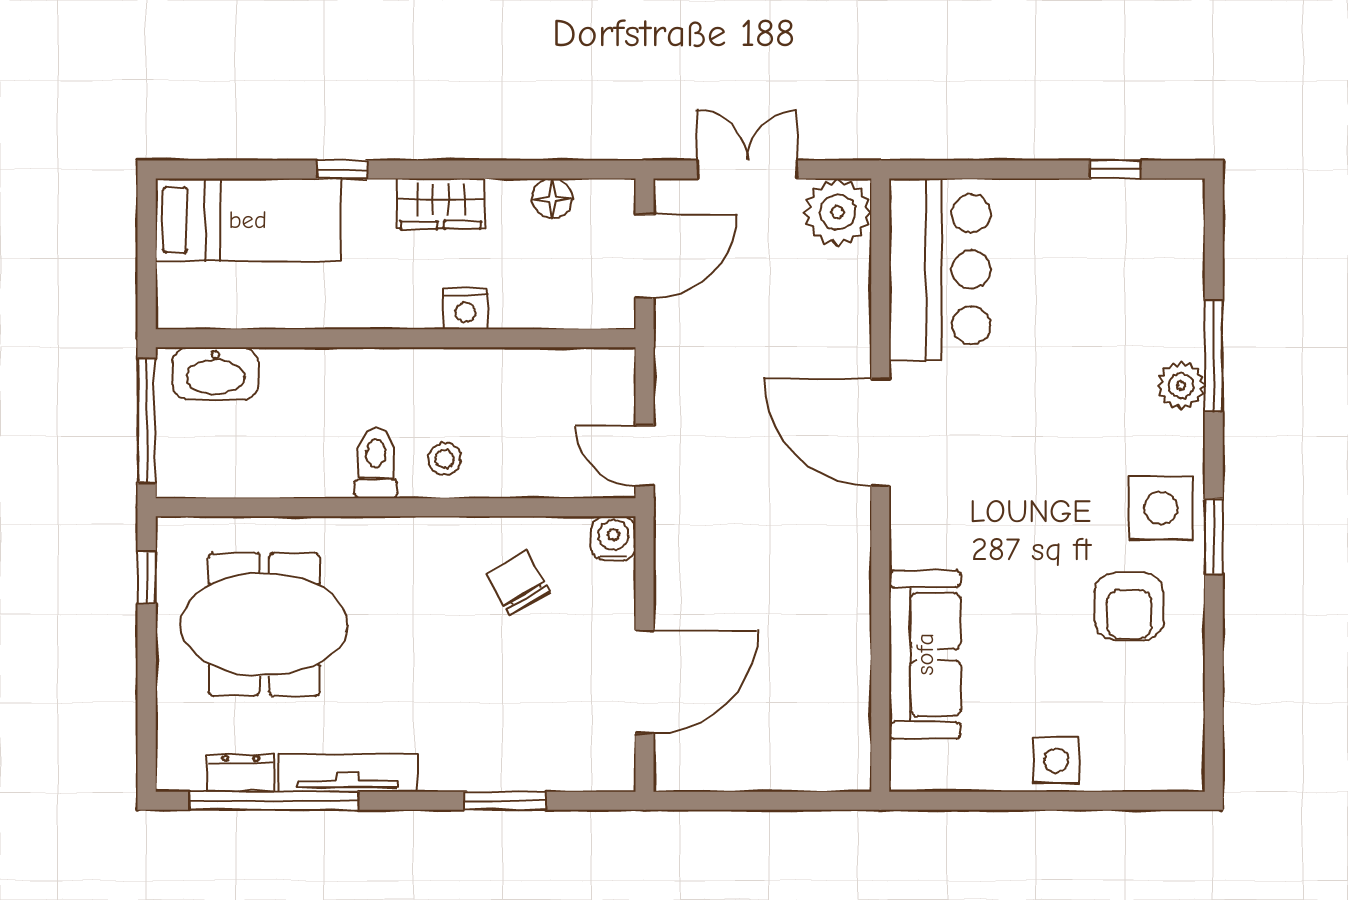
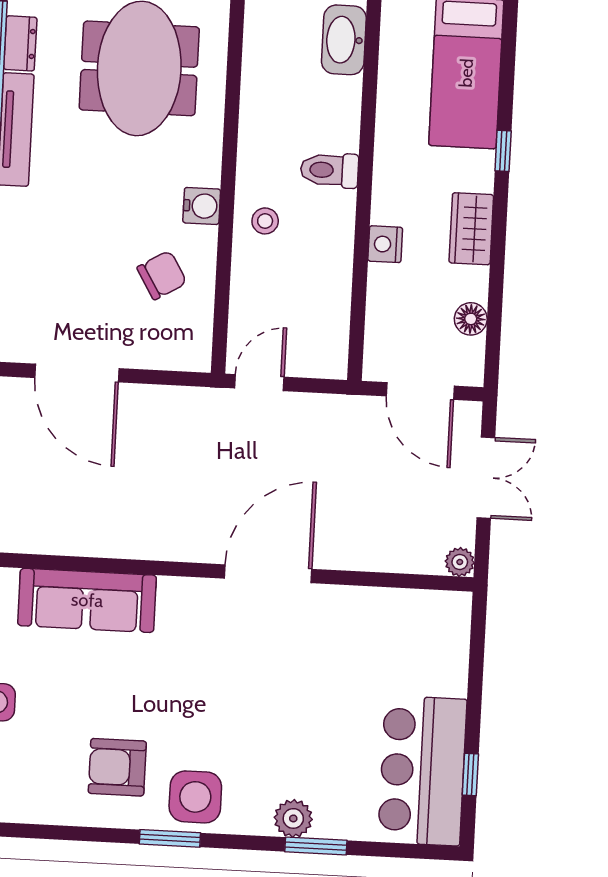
plant: (838, 212) -> (460, 562), width x0.53, depth x0.53
bar counter: (940, 269) -> (422, 771), moved, turned 90
window: (1214, 356) -> (316, 846), width x0.69
toilet: (376, 463) -> (330, 170), moved, turned 180
water cooler: (614, 538) -> (202, 206), moved

